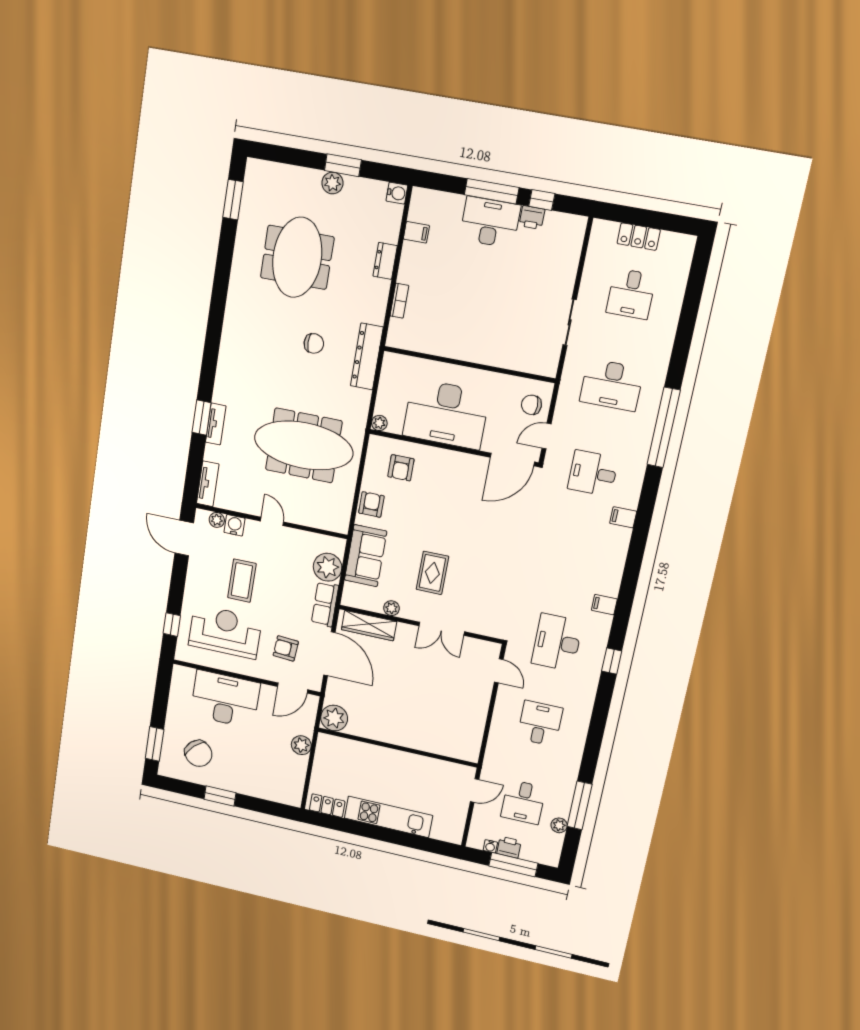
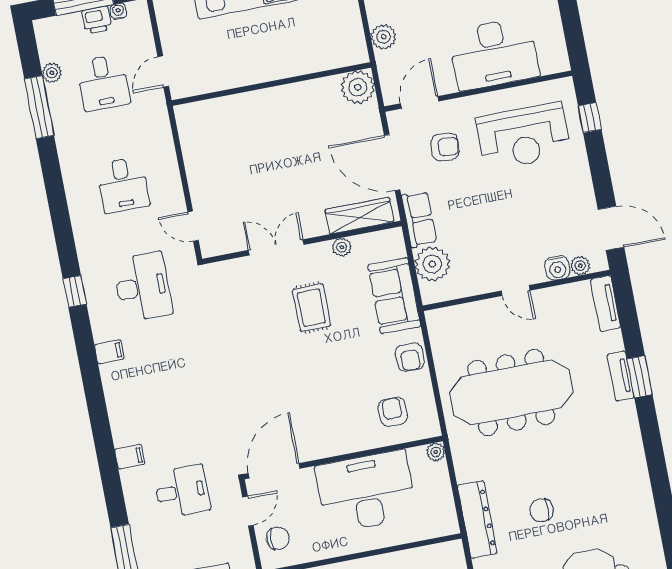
coffee table: (242, 581) -> (525, 206), removed
desk: (523, 802) -> (103, 83), turned 180

